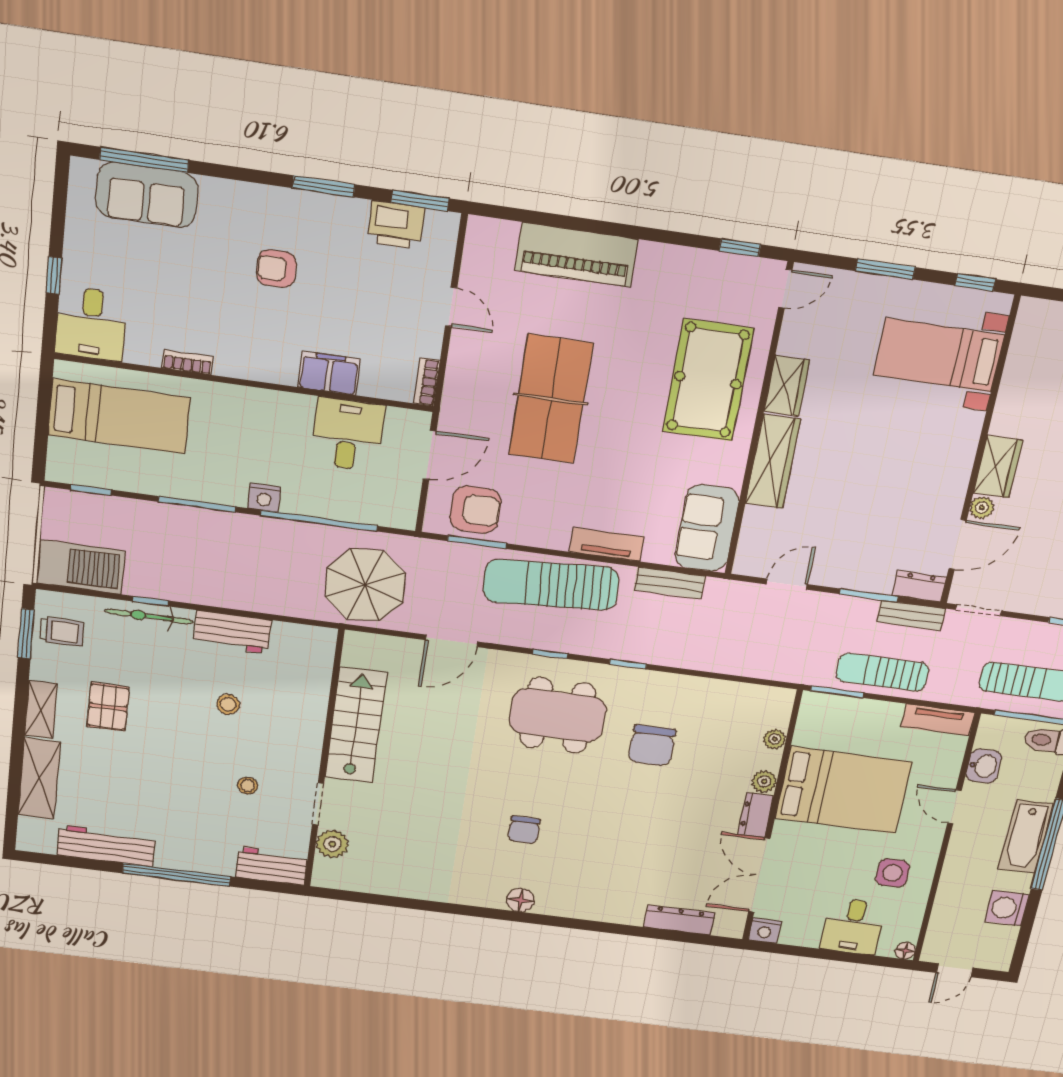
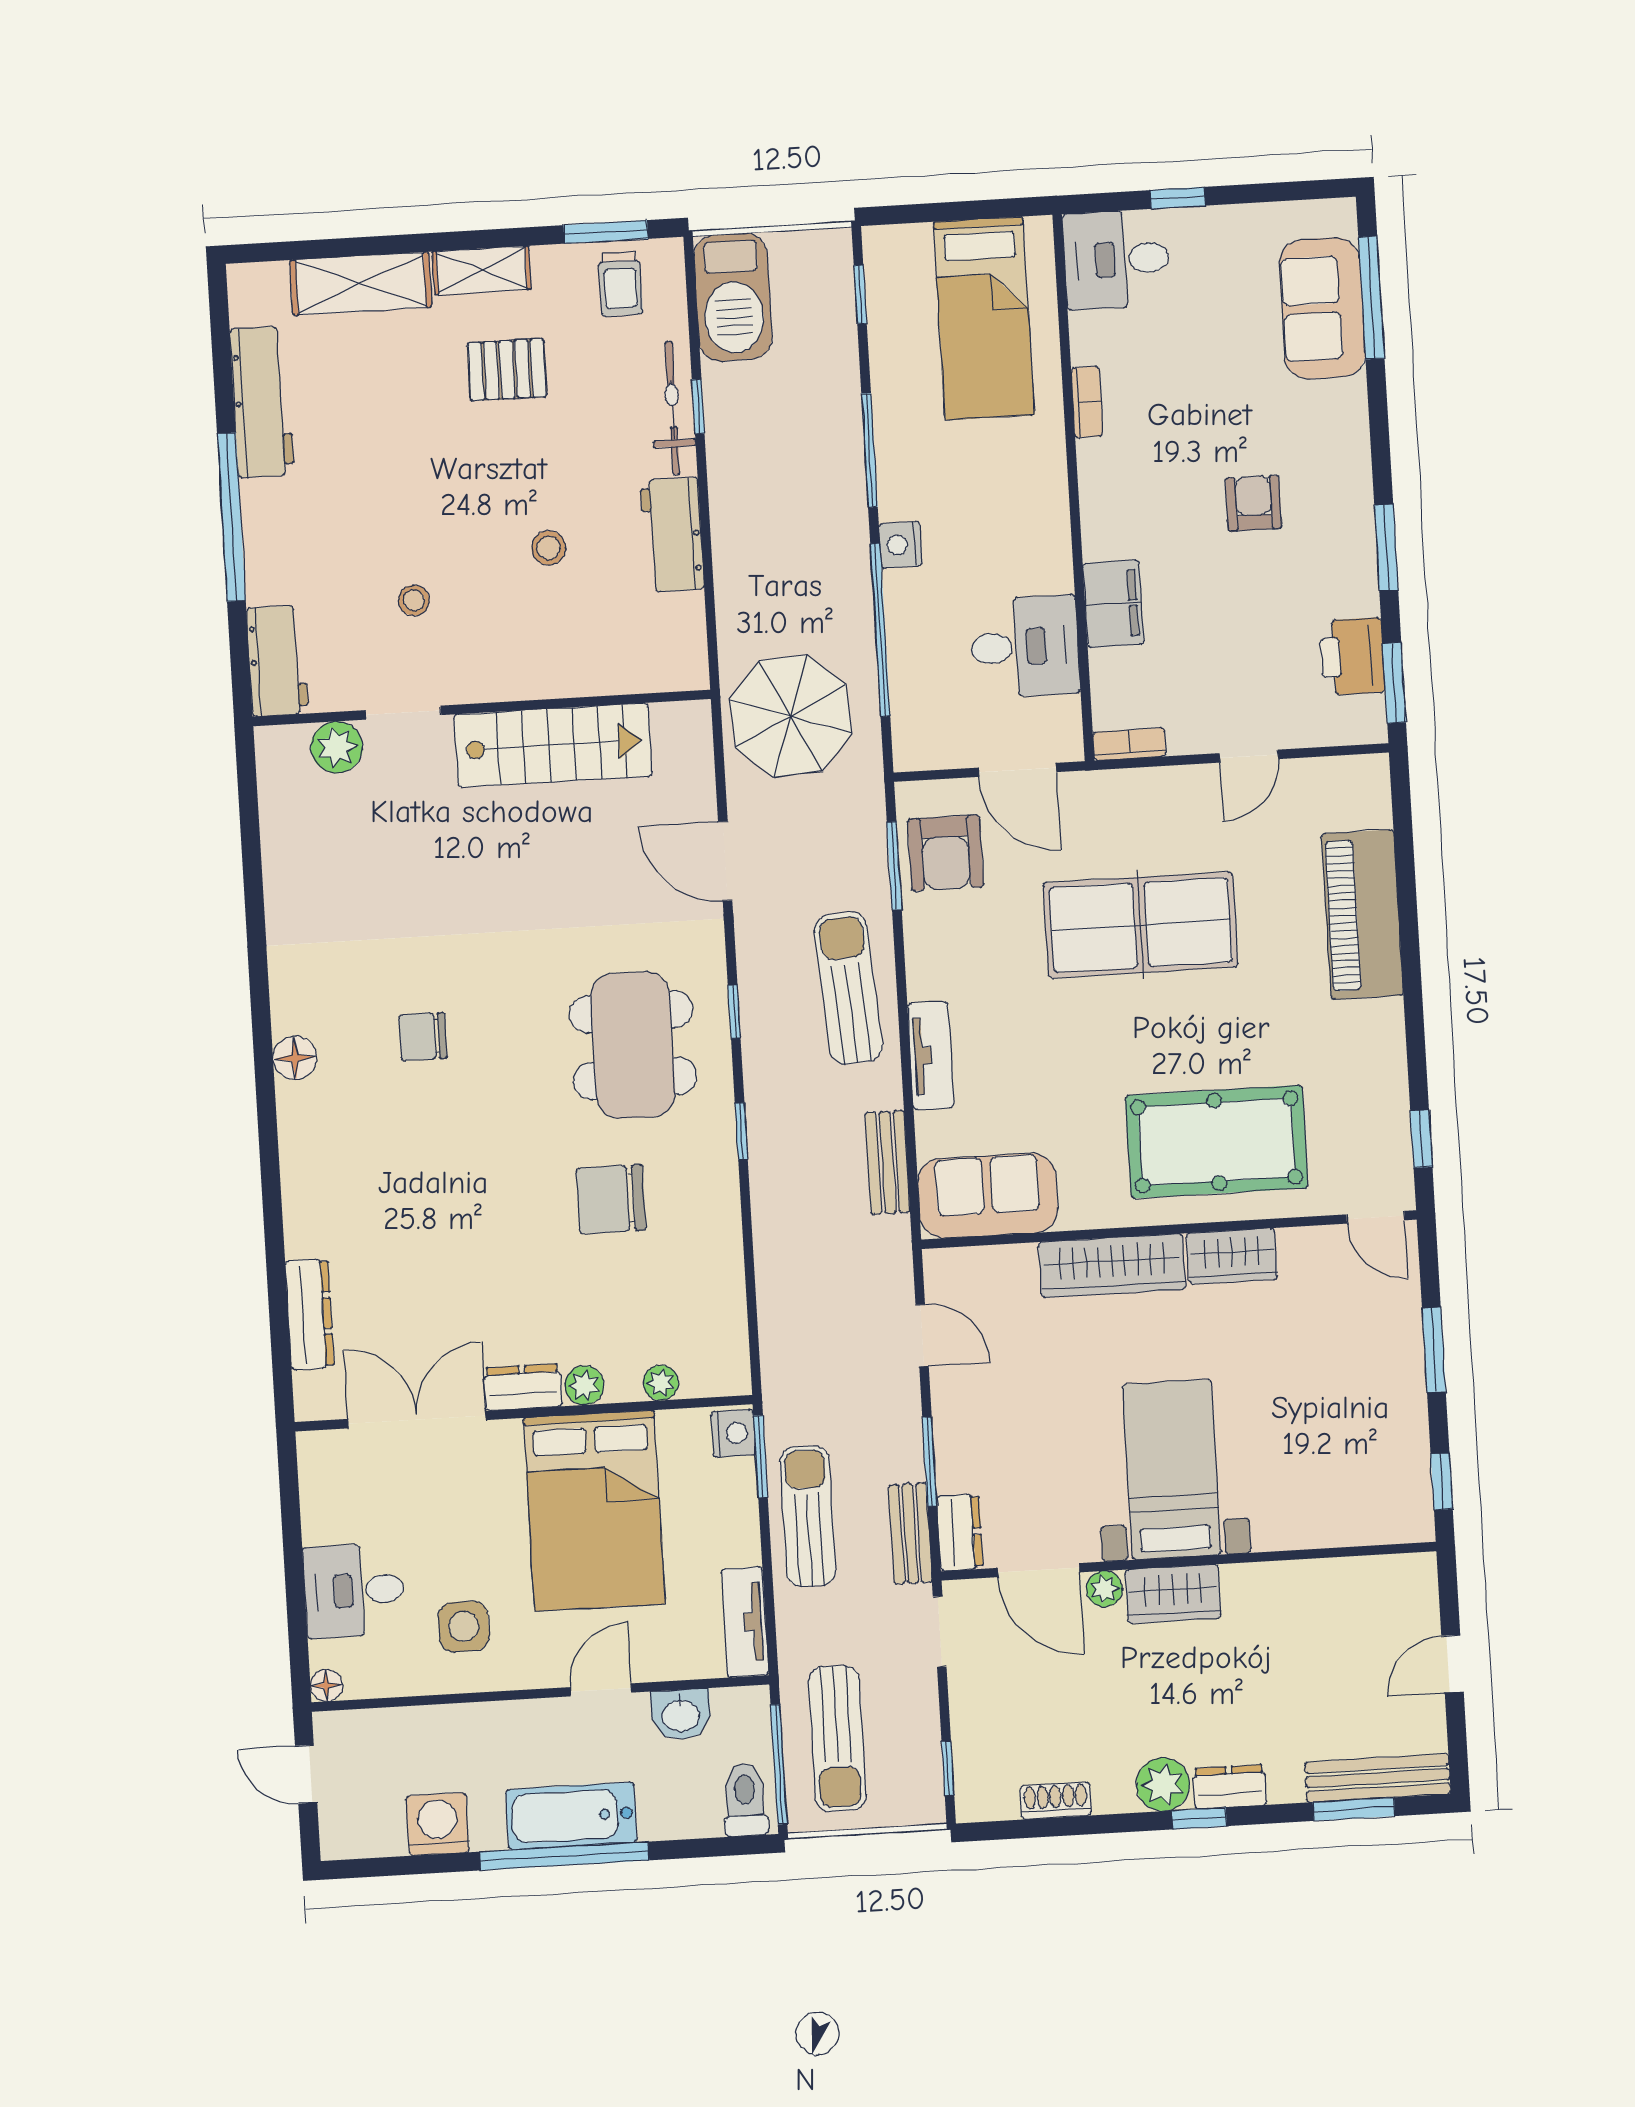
bed with nightstands: (939, 355) -> (1172, 1469), moved
sun lounger: (551, 585) -> (848, 988), width x0.73, depth x0.75
nightstand: (765, 931) -> (733, 1433), moved, turned 180

